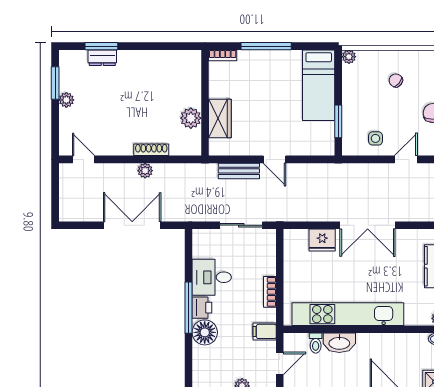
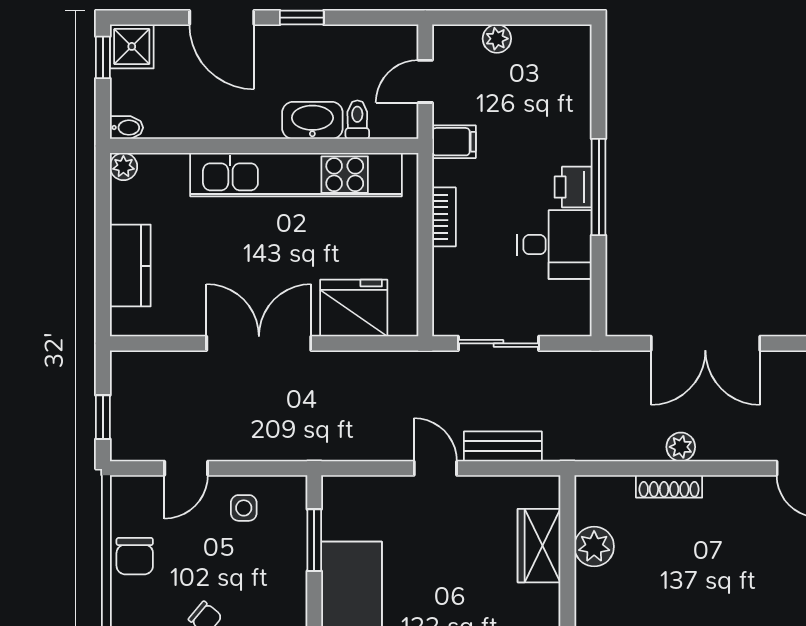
fridge: (322, 240) -> (354, 308), width x1.36, depth x1.34
floor lamp: (205, 332) -> (568, 140), removed

